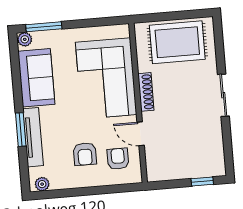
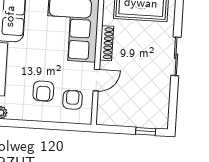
door: (141, 134) -> (96, 80), swing flipped

